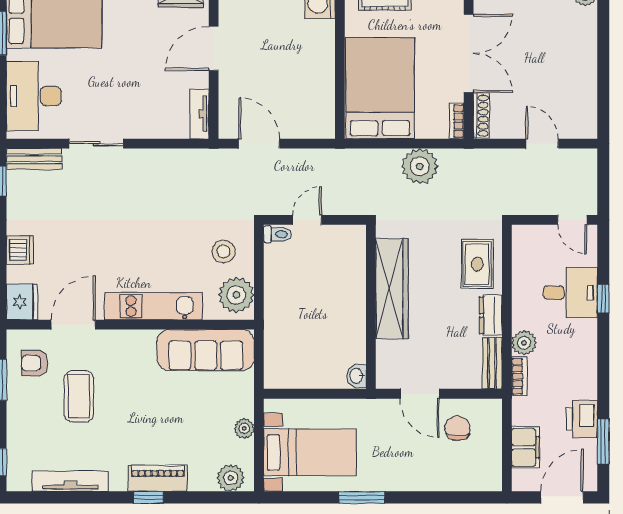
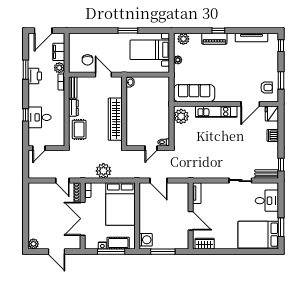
door: (214, 48) -> (191, 221), hinge flipped
desk: (34, 96) -> (267, 201), width x0.73
door: (259, 144) -> (159, 181), moved
door: (542, 144) -> (62, 181), moved
door: (572, 220) -> (39, 148), swing flipped
stool: (224, 251) -> (187, 135), removed
plant: (524, 343) -> (59, 68), moved
coffee table: (79, 396) -> (248, 74), removed
printer: (582, 419) -> (35, 76), moved
window: (603, 441) -> (26, 70), moved

